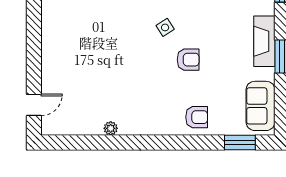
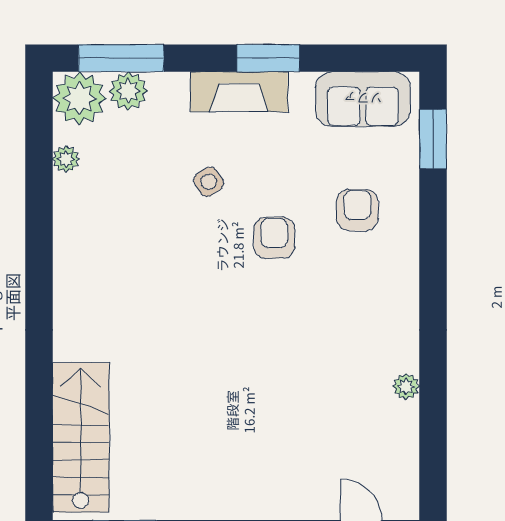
side table: (165, 27) -> (209, 182), moved
armchair: (197, 117) -> (357, 210), moved

